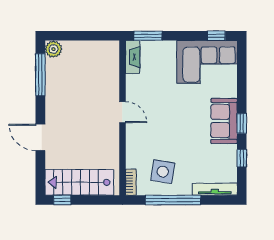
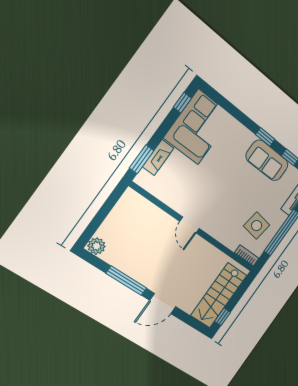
fireplace: (133, 57) -> (158, 157), moved, turned 90
window: (40, 75) -> (126, 281), moved
door: (122, 112) -> (189, 225), swing flipped
sofa: (224, 121) -> (267, 160), moved

